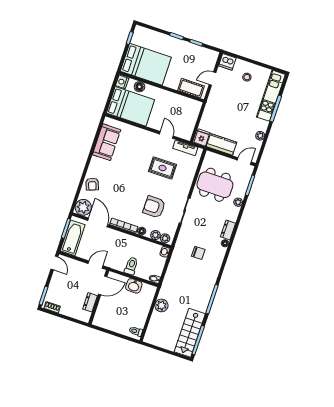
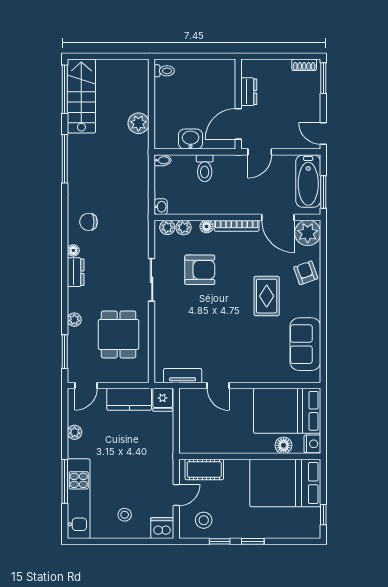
stool: (201, 58) -> (204, 520), added
rug: (162, 168) -> (267, 296), moved, turned 90
dining table: (215, 185) -> (119, 334), width x0.73
chair: (198, 253) -> (89, 222), moved

